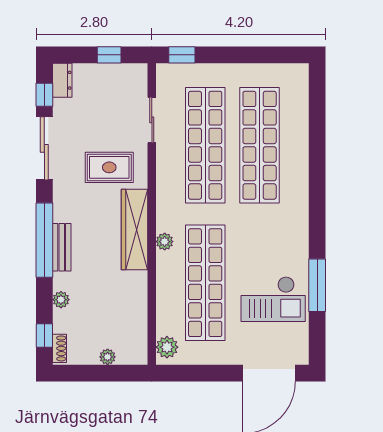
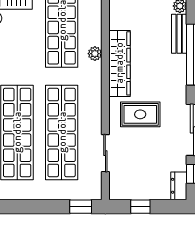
bench: (62, 247) -> (179, 34), moved

